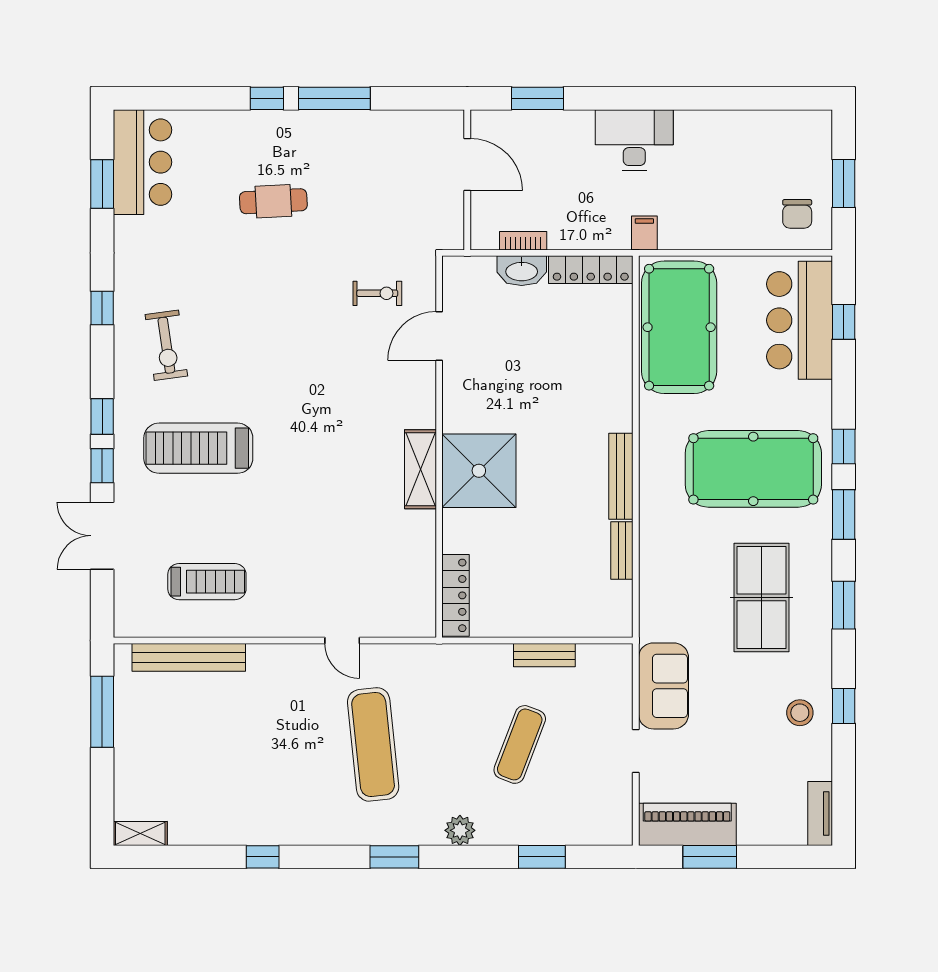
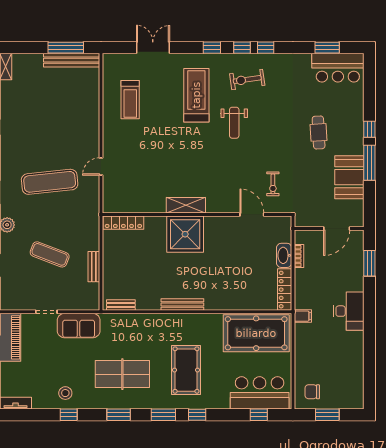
booth: (364, 139) -> (349, 177), added
weight bench: (254, 372) -> (234, 123), added
window: (102, 466) -> (242, 48), moved
pool table: (753, 469) -> (186, 370), width x0.73, depth x0.76
bench: (622, 551) -> (121, 305), moved
bench: (189, 657) -> (72, 60), moved, turned 90

